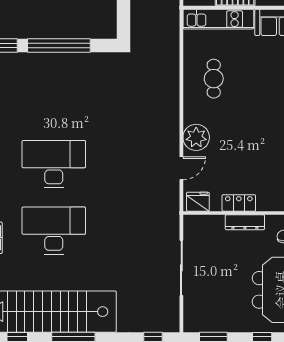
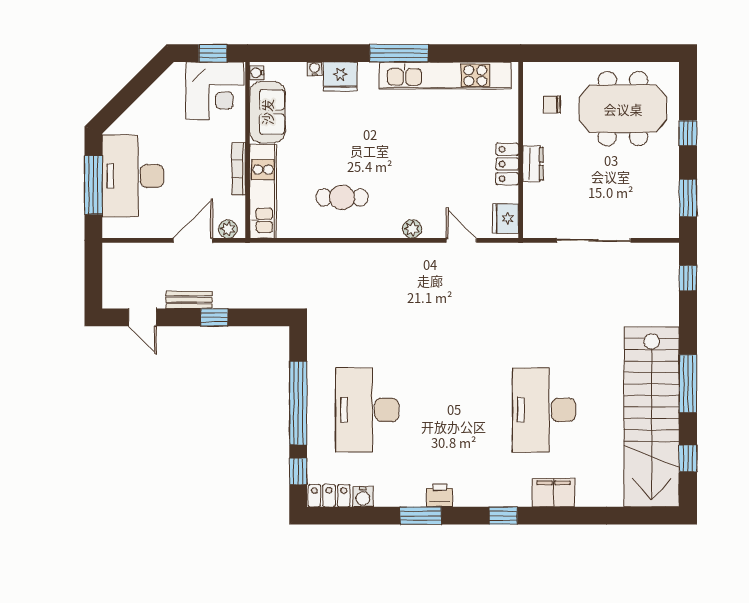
plant: (196, 137) -> (412, 229), width x0.53, depth x0.53
desk: (54, 164) -> (367, 410), moved
dresser: (245, 222) -> (533, 164), width x0.70

